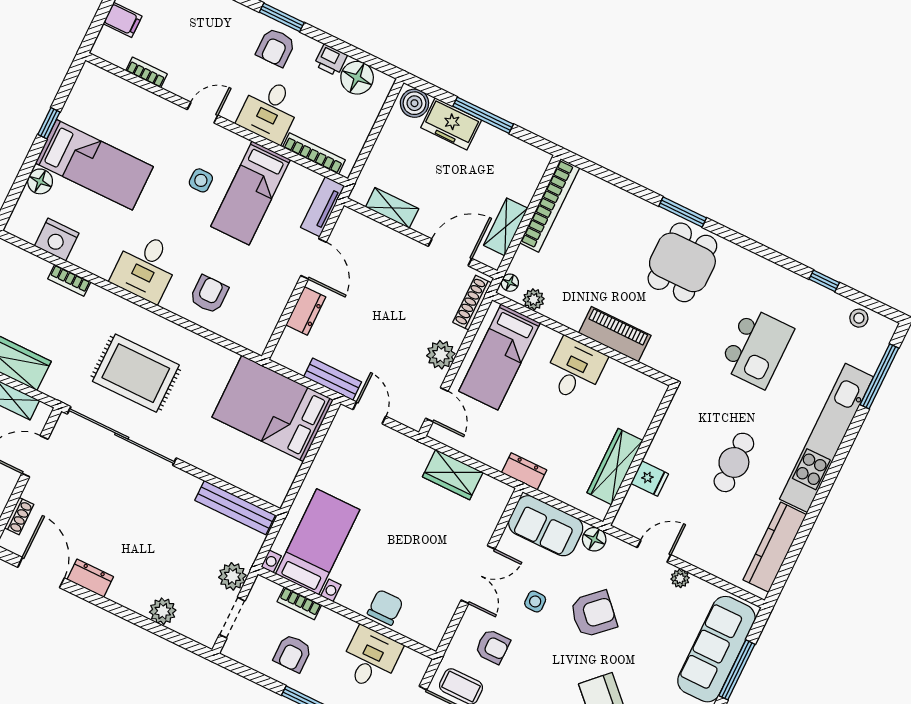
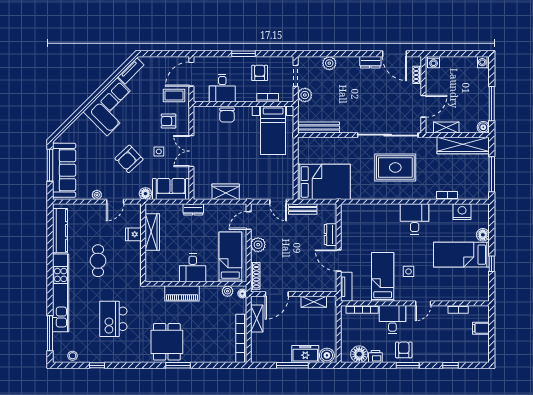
armchair: (209, 294) -> (379, 220), removed
door: (437, 405) -> (249, 221), hinge flipped

